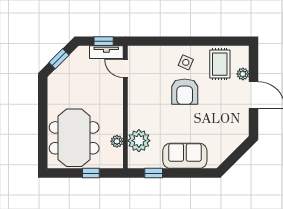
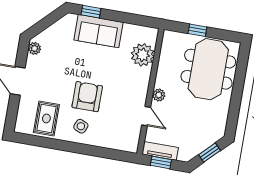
door: (125, 68) -> (146, 116), moved
plant: (243, 74) -> (34, 48), moved
plant: (117, 141) -> (159, 95), moved
window: (154, 173) -> (91, 12), moved

